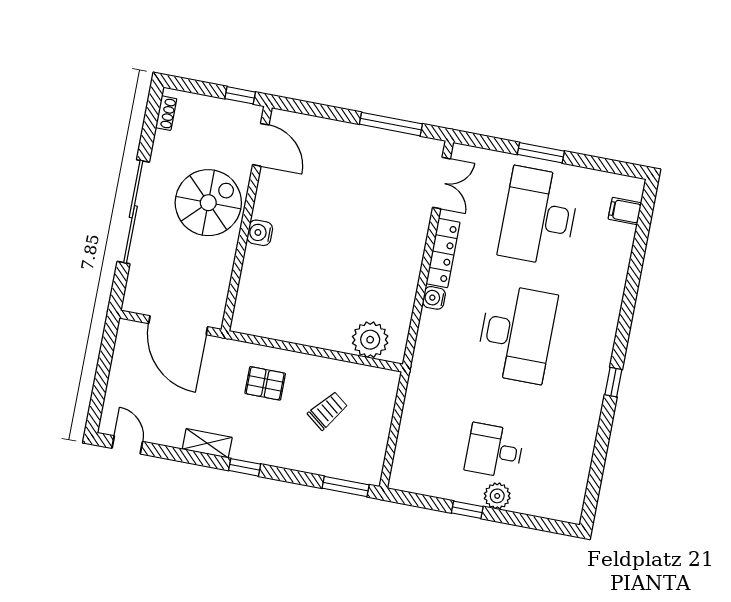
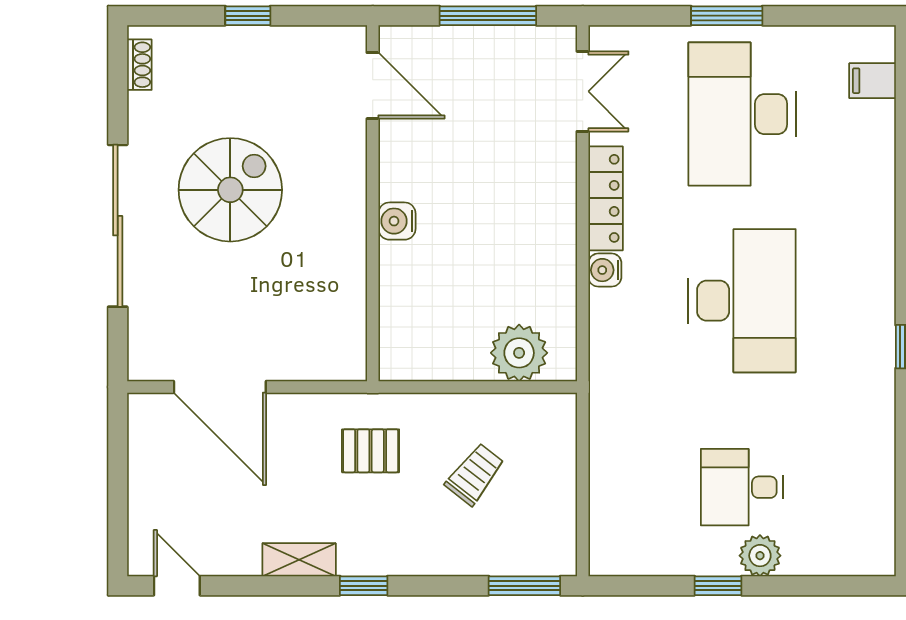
door: (261, 145) -> (373, 86), moved
wall: (247, 219) -> (373, 203), moved
water cooler: (260, 233) -> (397, 221), moved

